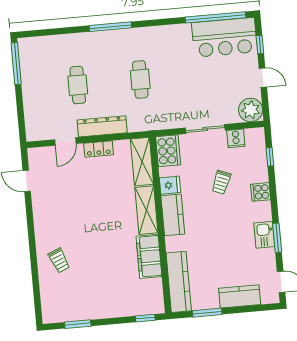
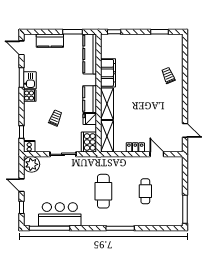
bar counter: (224, 37) -> (60, 214), moved
cafe table: (140, 79) -> (103, 191), width x1.37, depth x1.35
dresser: (102, 126) -> (131, 162), removed
cooker: (236, 138) -> (29, 146), moved
door: (65, 142) -> (157, 154), hinge flipped
cooker: (261, 192) -> (30, 96), moved

